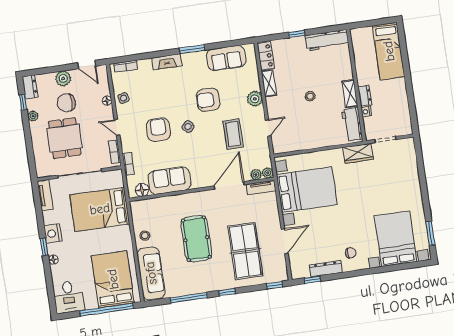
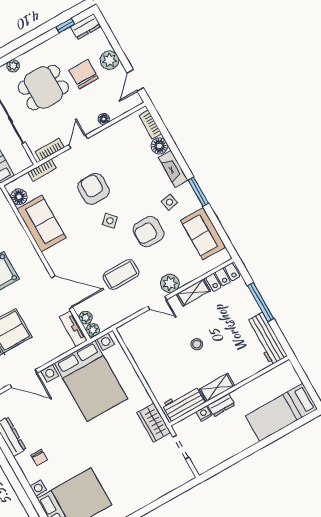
window: (297, 34) -> (261, 302), width x2.17
floor lamp: (145, 66) -> (159, 146), added
side table: (123, 98) -> (169, 202), moved
armchair: (208, 100) -> (149, 232), turned -90
plant: (33, 116) -> (13, 66), moved
door: (268, 128) -> (157, 303), moved
armchair: (158, 130) -> (93, 189), turned -90

